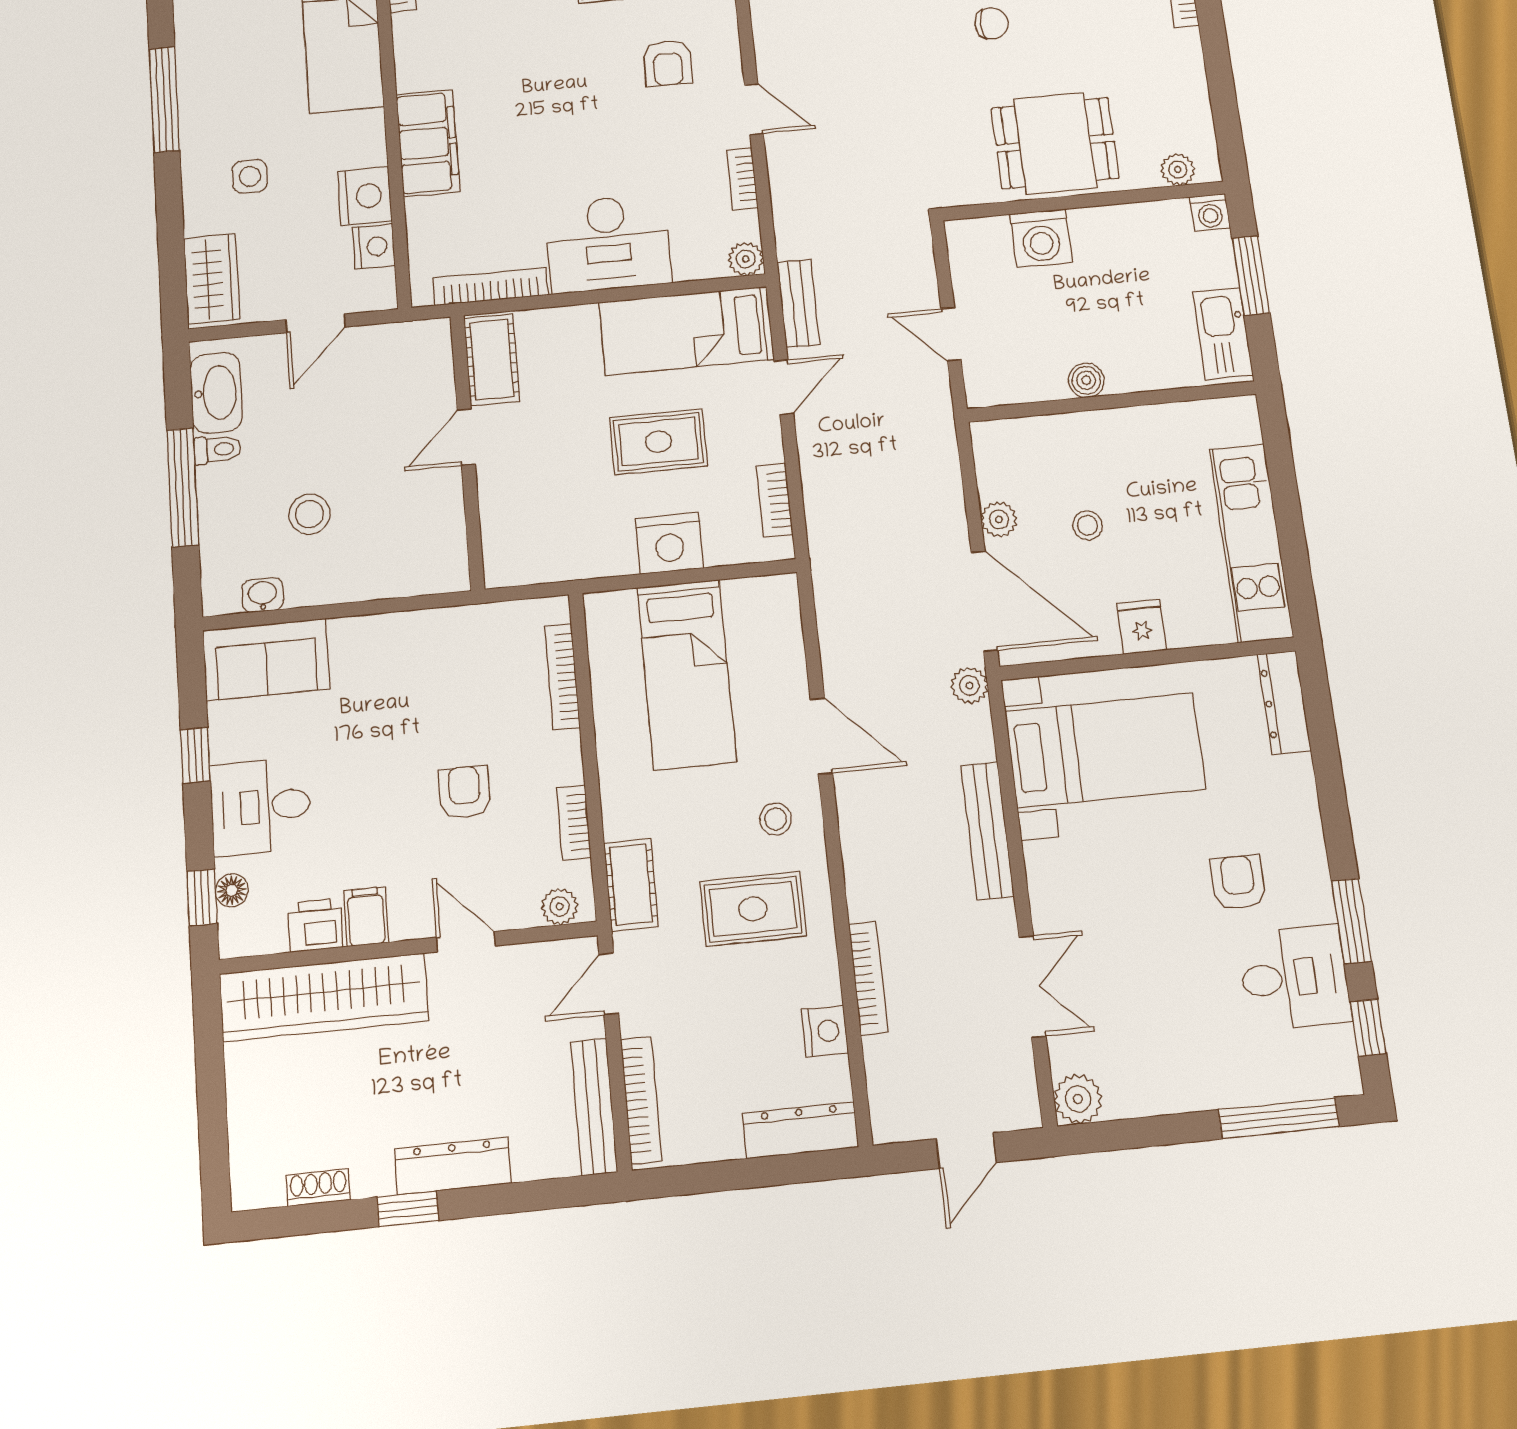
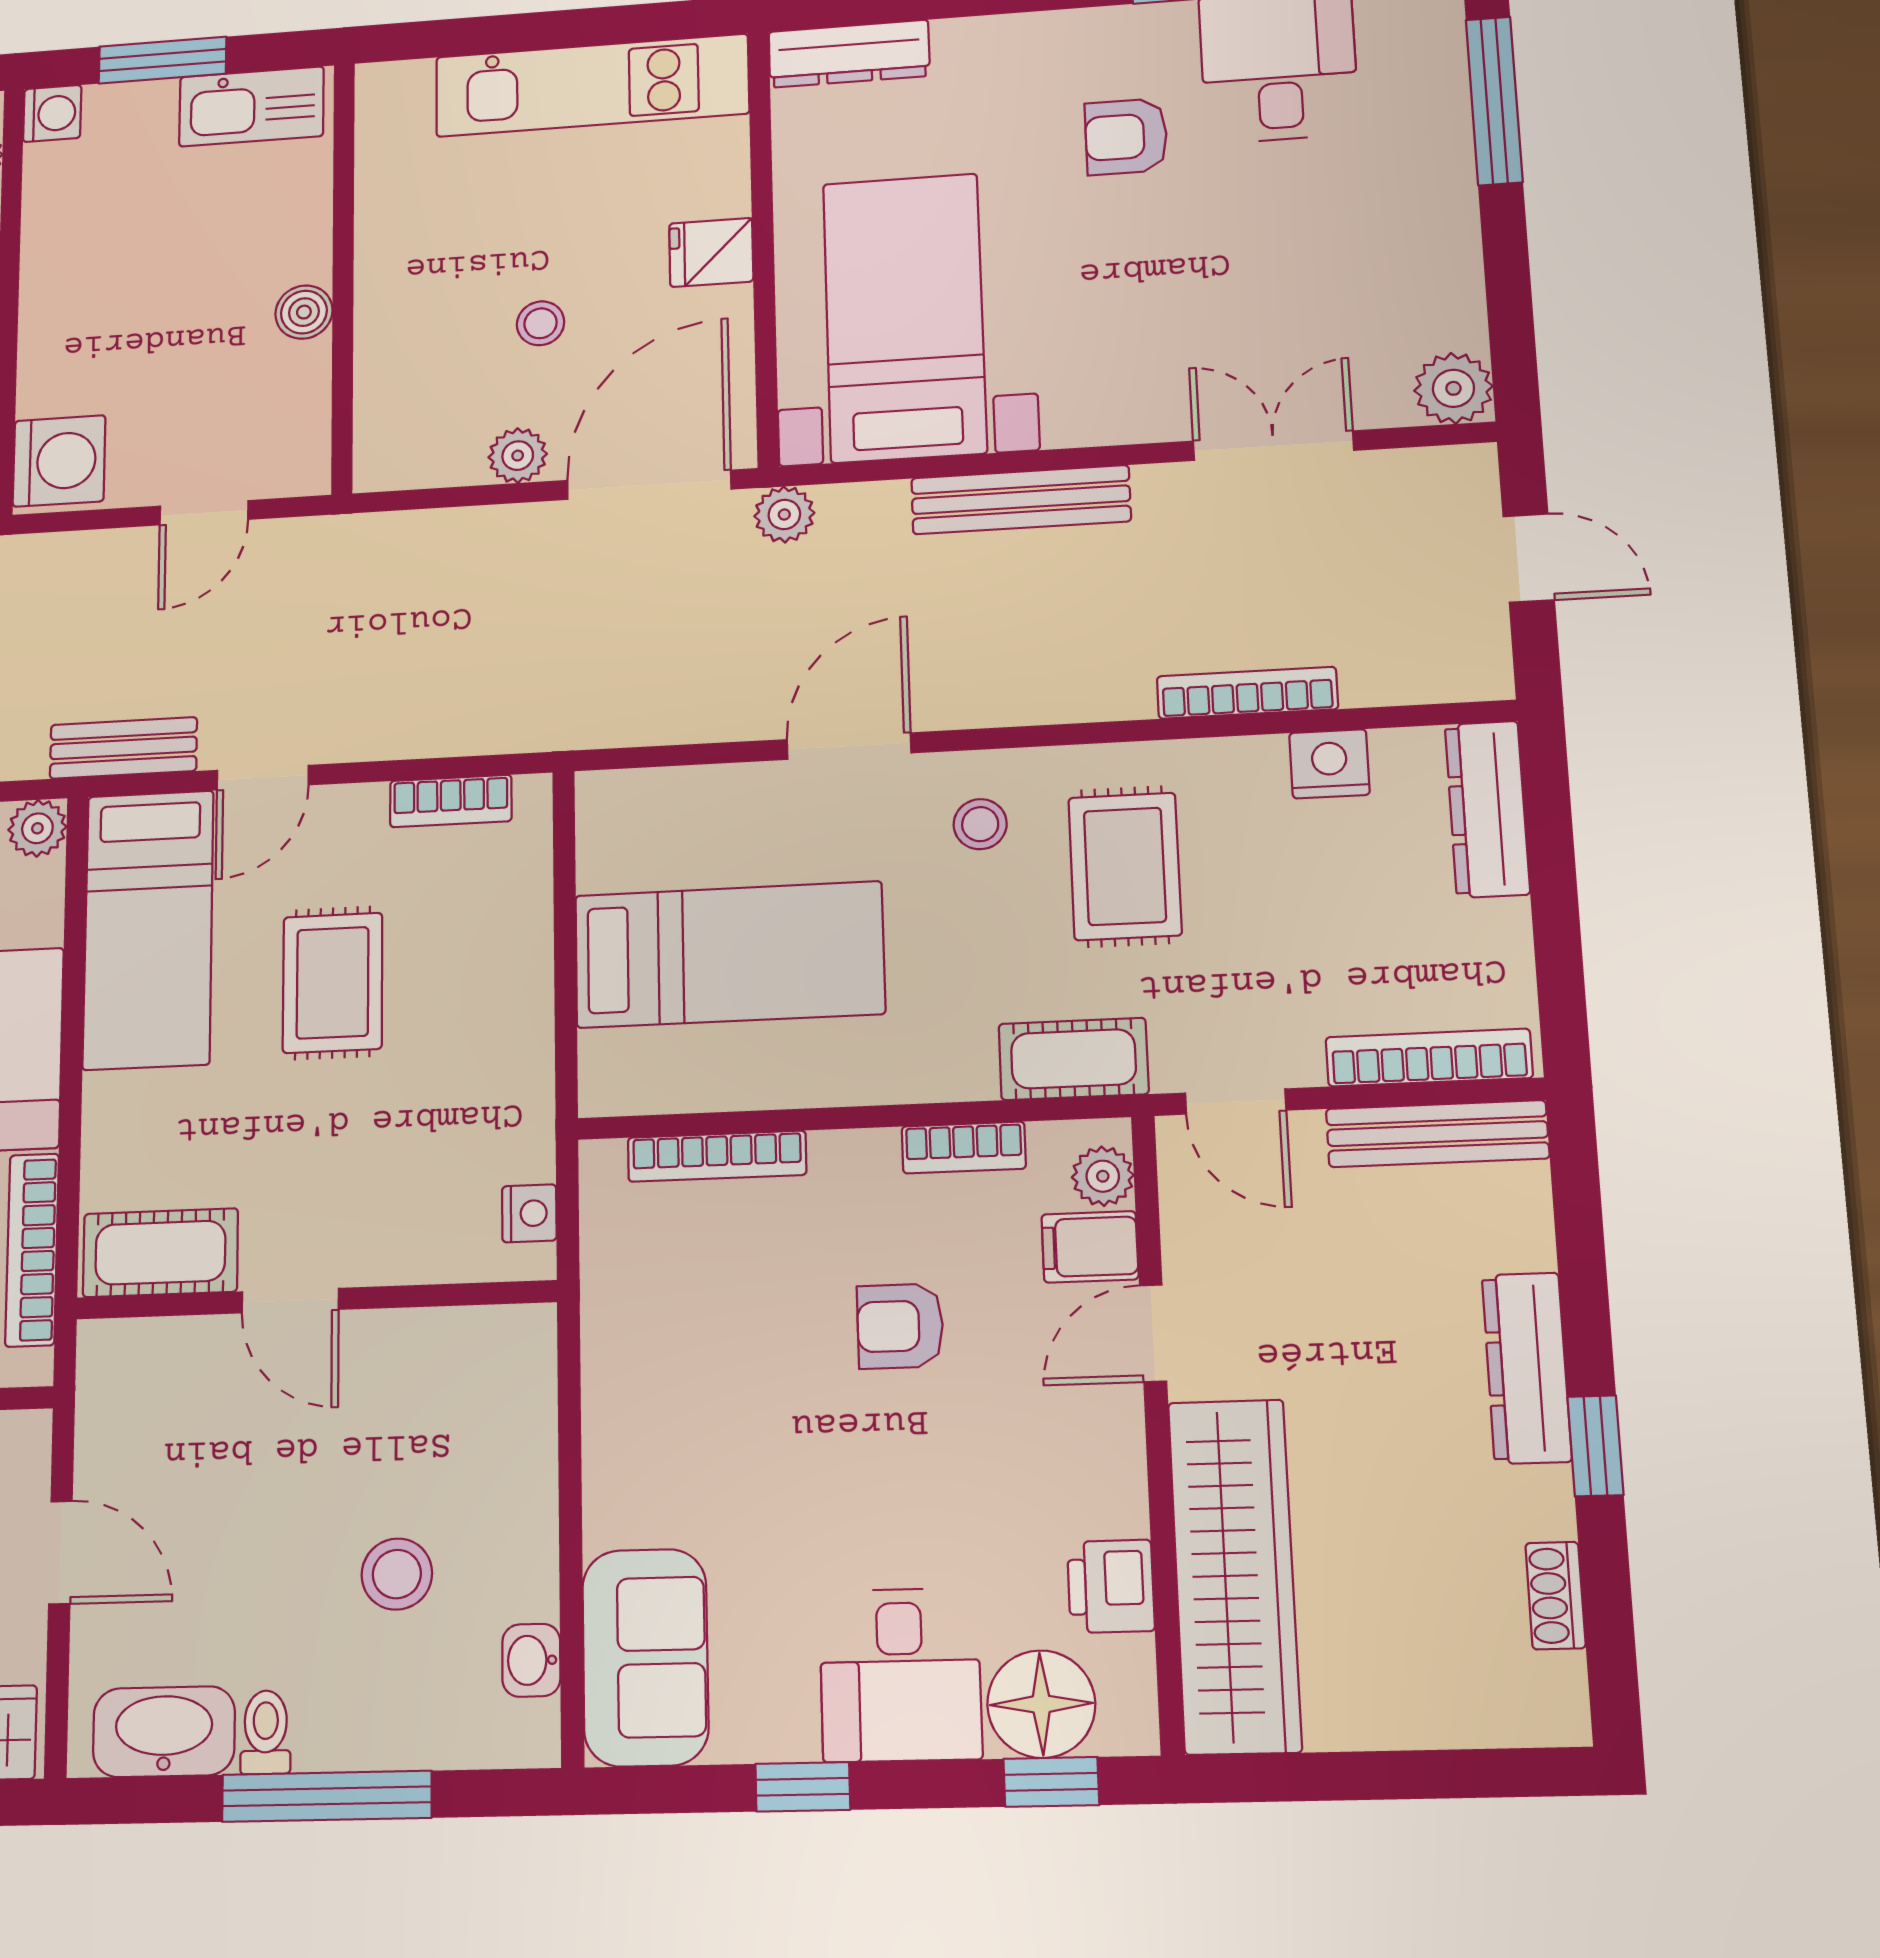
washing machine: (1041, 238) -> (59, 461), moved
door: (784, 387) -> (263, 778), swing flipped
nightstand: (669, 543) -> (529, 1213), moved, width x0.53, depth x0.56
floor lamp: (232, 890) -> (1041, 1704), width x1.89, depth x1.89
filing cabinet: (366, 917) -> (1090, 1247), moved

